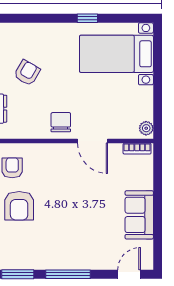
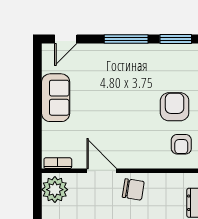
chair: (61, 122) -> (133, 189), turned -81
plant: (146, 128) -> (55, 190), width x1.88, depth x1.88

